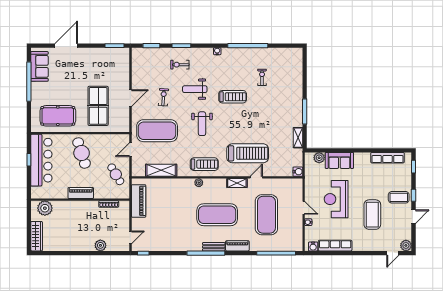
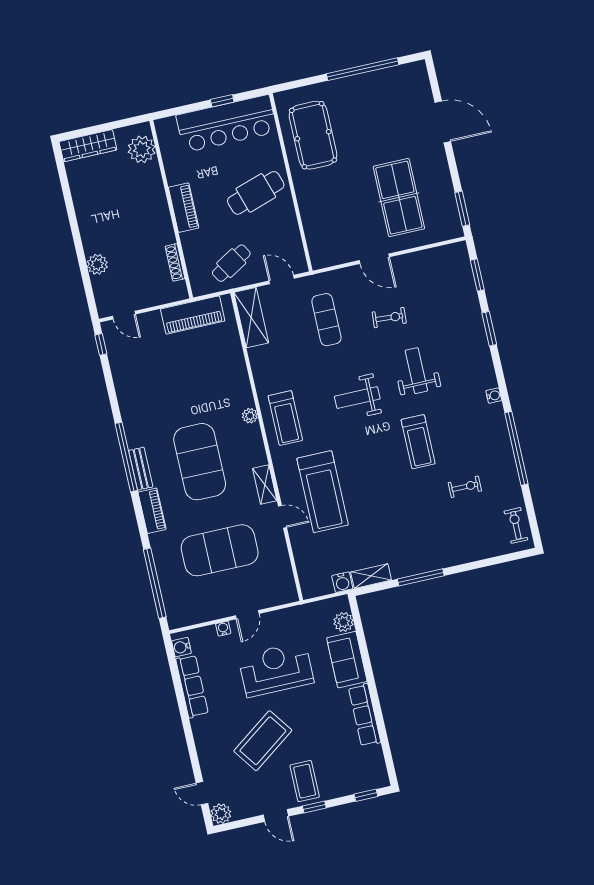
exercise bike: (180, 65) -> (516, 525), moved
sofa: (39, 66) -> (394, 82), removed
table tennis table: (98, 106) -> (399, 198), moved, turned 90
exercise mat: (157, 131) -> (326, 320), width x0.50, depth x0.69
row of seats: (387, 158) -> (365, 715), moved
shelving: (161, 170) -> (251, 318), moved
water cooler: (298, 172) -> (342, 582), moved
coffee table: (372, 215) -> (263, 741), turned -36

